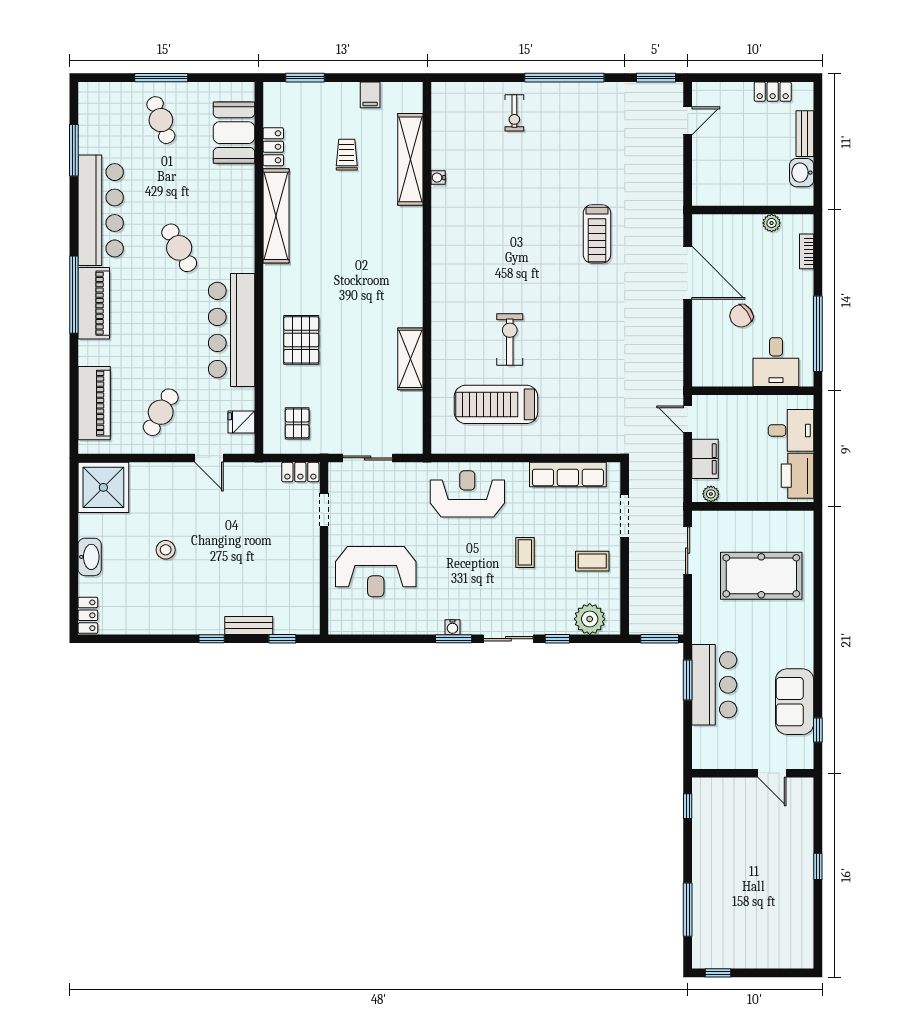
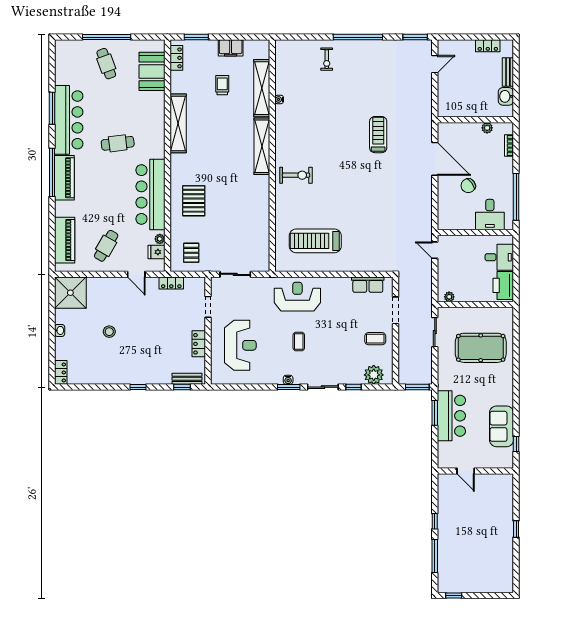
window: (161, 78) -> (107, 37), width x1.46
filing cabinet: (370, 95) -> (231, 48), width x2.00
locker: (273, 147) -> (176, 58), moved
window: (74, 150) -> (52, 108), moved
treadmill: (597, 234) -> (378, 135), turned 180
cafe table: (179, 248) -> (118, 143), turned -68
exercise bike: (510, 340) -> (296, 175), moved, turned 90
shelving: (410, 359) -> (262, 146), moved, width x1.47
plant: (247, 401) -> (160, 239), added
filing cabinet: (705, 459) -> (446, 275), removed
locker: (300, 472) -> (171, 283), moved
row of seats: (568, 475) -> (368, 285), width x0.68
coffee table: (525, 552) -> (299, 341), moved
washbasin: (90, 557) -> (60, 330), width x0.52, depth x0.69
locker: (309, 569) -> (199, 344), added
reception desk: (376, 572) -> (240, 345), turned -90
bench: (249, 625) -> (187, 379), moved
door: (772, 773) -> (466, 471), moved
window: (688, 806) -> (435, 521), moved

